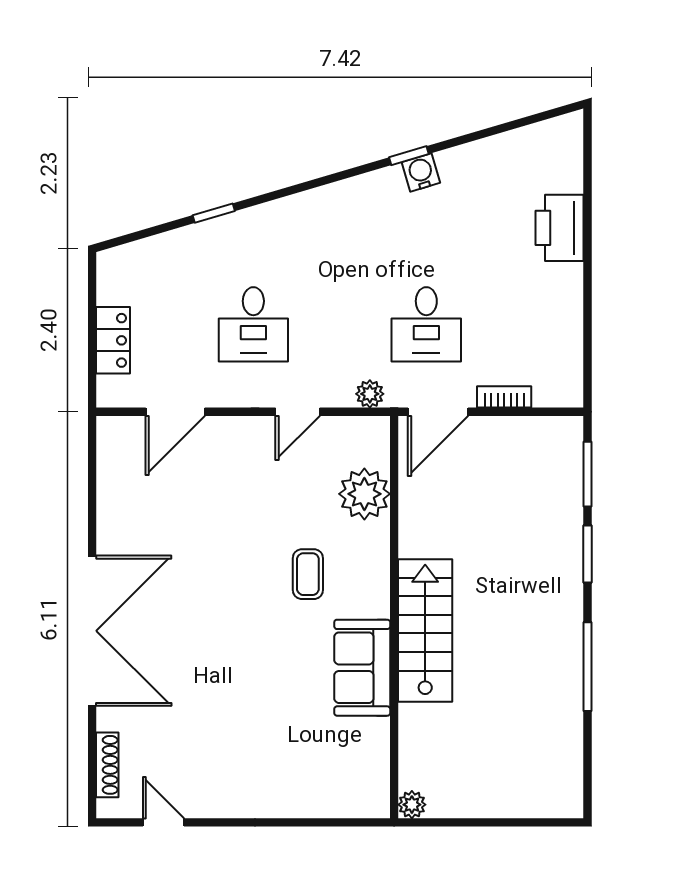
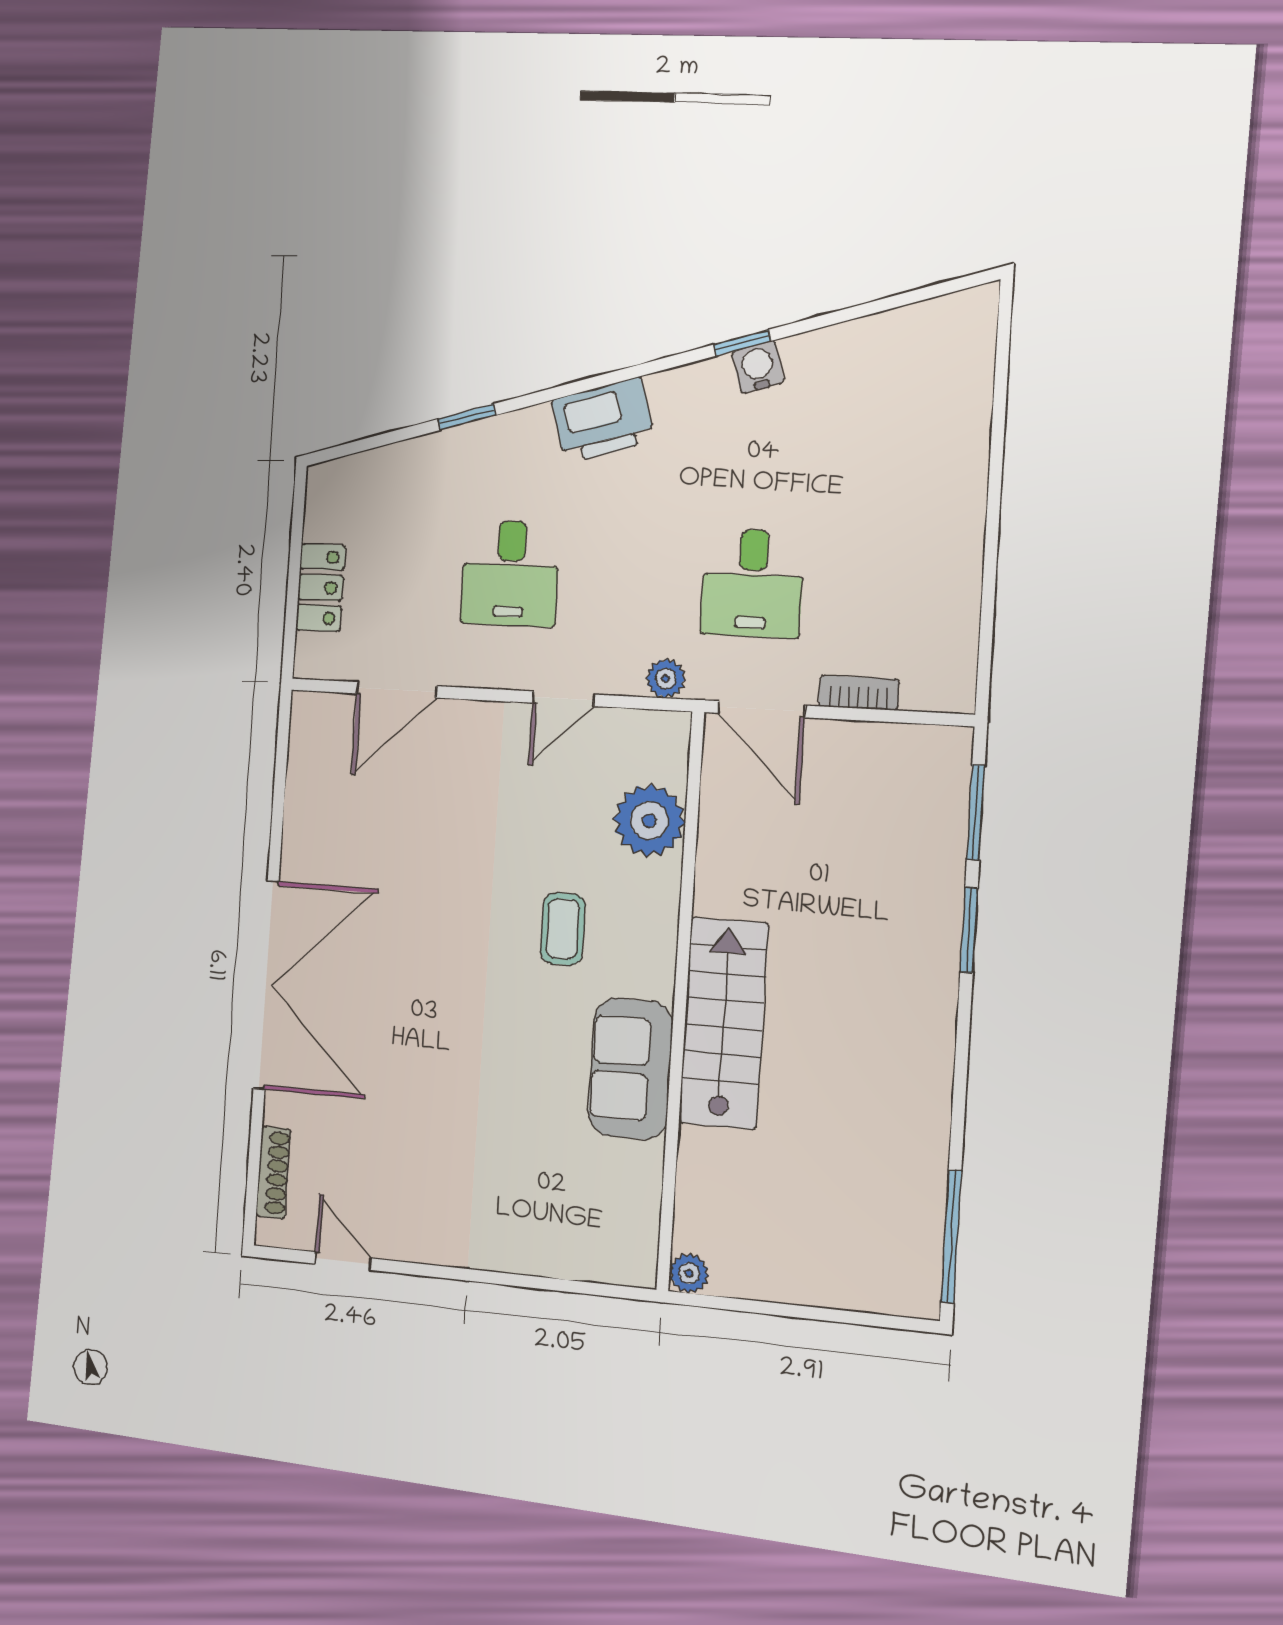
printer: (560, 228) -> (603, 420), moved, turned -106
door: (438, 412) -> (761, 709), hinge flipped
window: (588, 667) -> (951, 1236), moved

